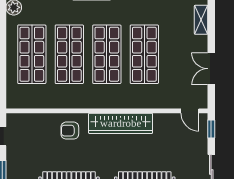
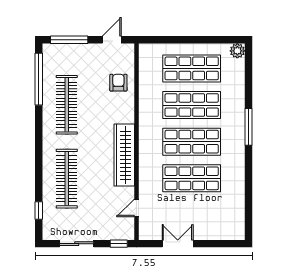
shelving: (201, 20) -> (225, 234), removed
door: (190, 111) -> (136, 208), moved
armchair: (70, 131) -> (118, 83), moved

